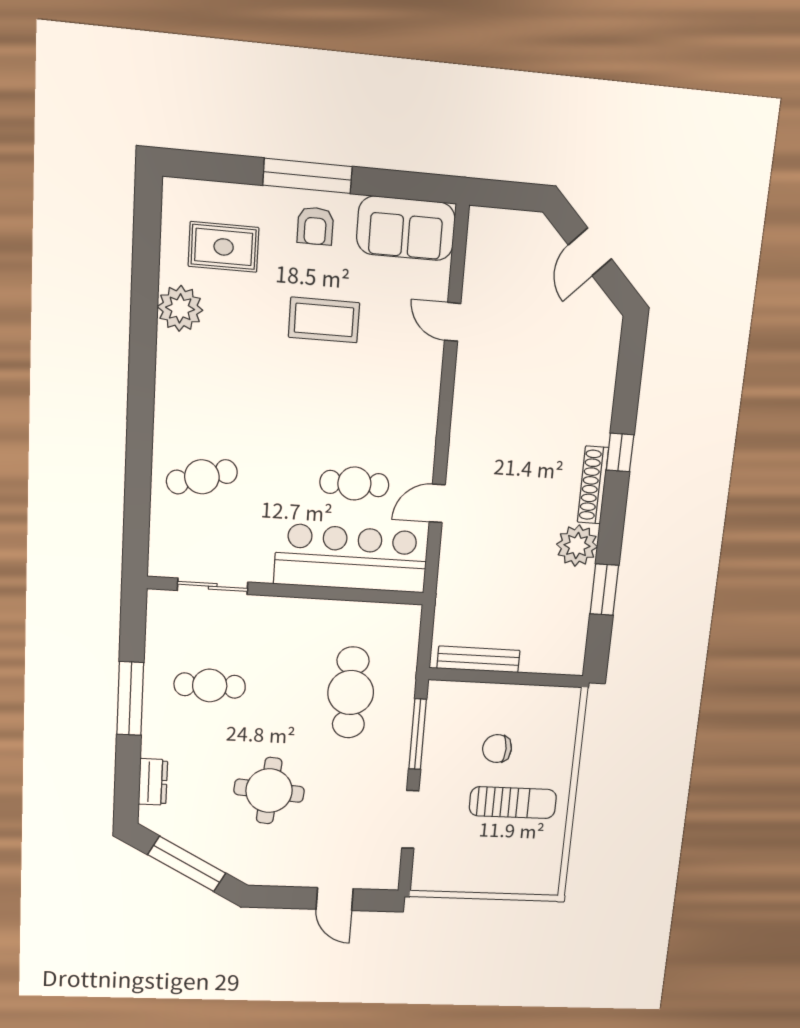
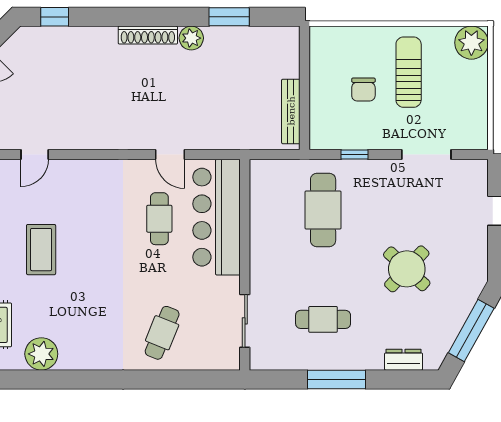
window: (620, 452) -> (55, 17), moved
cafe table: (202, 477) -> (162, 333), turned 38
plant: (577, 546) -> (191, 38), width x0.73, depth x0.73
cafe table: (210, 686) -> (323, 319), turned 90
cafe table: (351, 693) -> (323, 210), turned 90
window: (418, 734) -> (354, 155), width x0.46
round table: (269, 791) -> (407, 269), turned 38
plant: (541, 876) -> (471, 43), added

